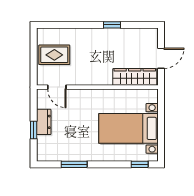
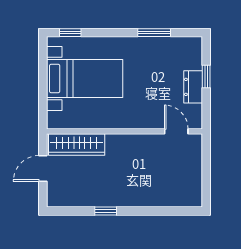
rug: (54, 55) -> (180, 173), removed

